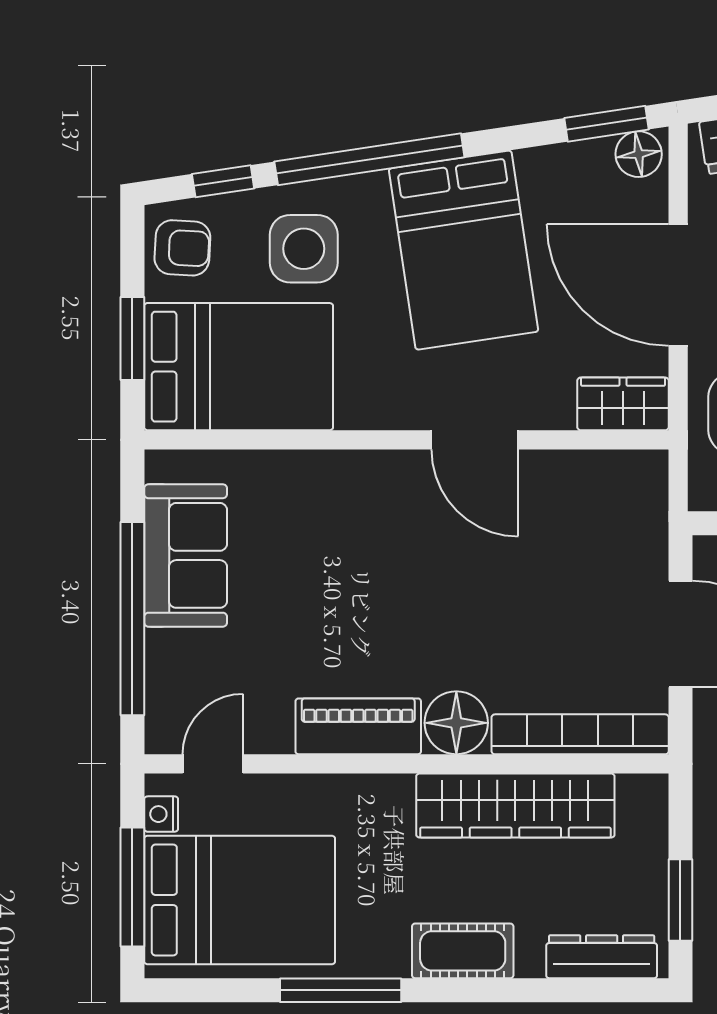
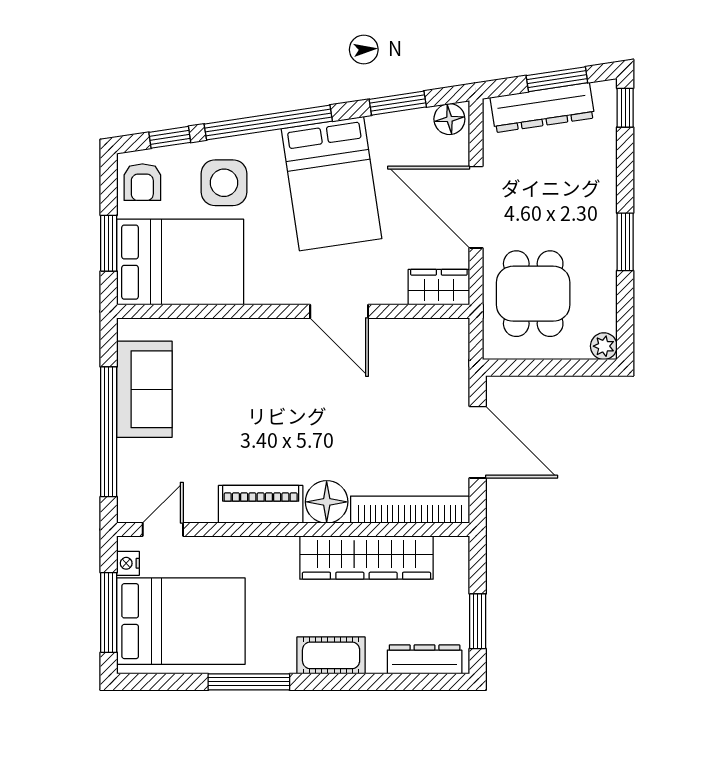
window: (606, 124) -> (398, 103), moved
armchair: (182, 248) -> (142, 182), turned 87

